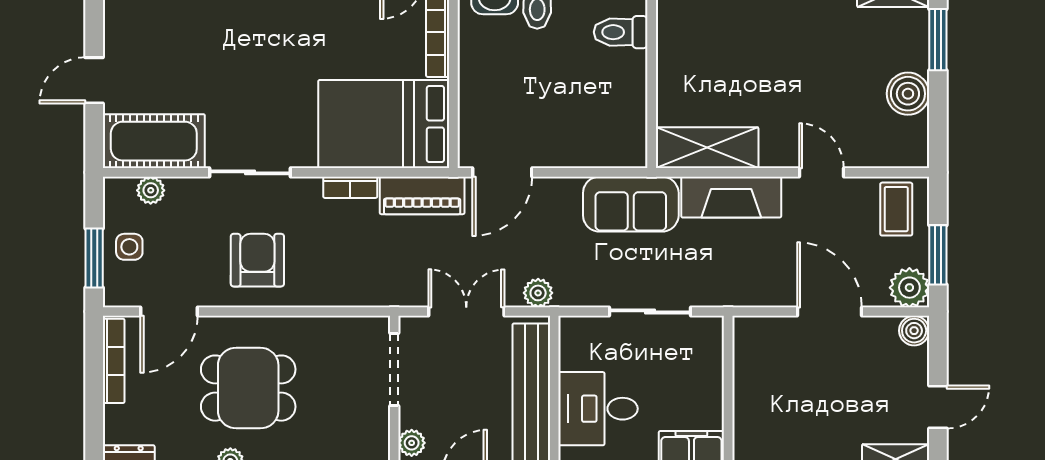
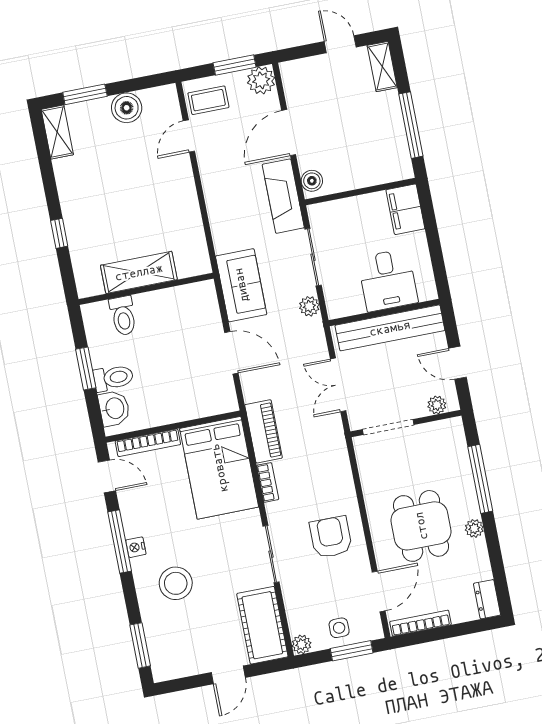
stool: (235, 32) -> (176, 583), added
door: (94, 80) -> (228, 675), hinge flipped
shelving: (707, 148) -> (139, 272), moved, turned 90
door: (502, 172) -> (231, 353), moved
door: (821, 172) -> (189, 136), moved
plant: (151, 190) -> (302, 644), moved
fireplace: (731, 197) -> (283, 196), moved, turned 180
armchair: (257, 260) -> (331, 537), turned 90
plant: (538, 293) -> (309, 306), moved
door: (169, 311) -> (379, 591), hinge flipped
boiler: (914, 331) -> (312, 181), moved

